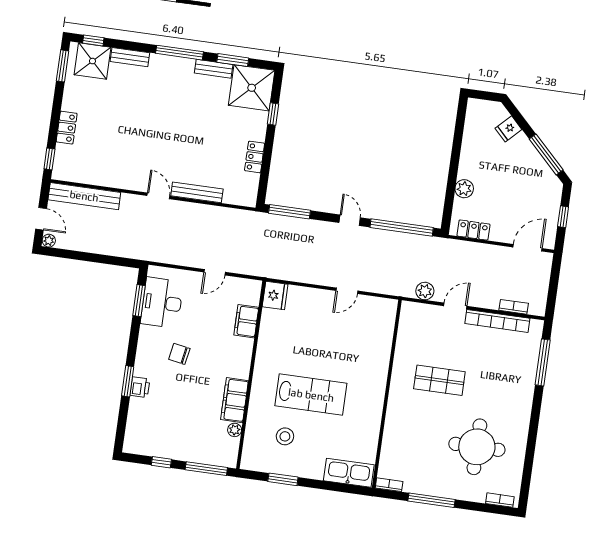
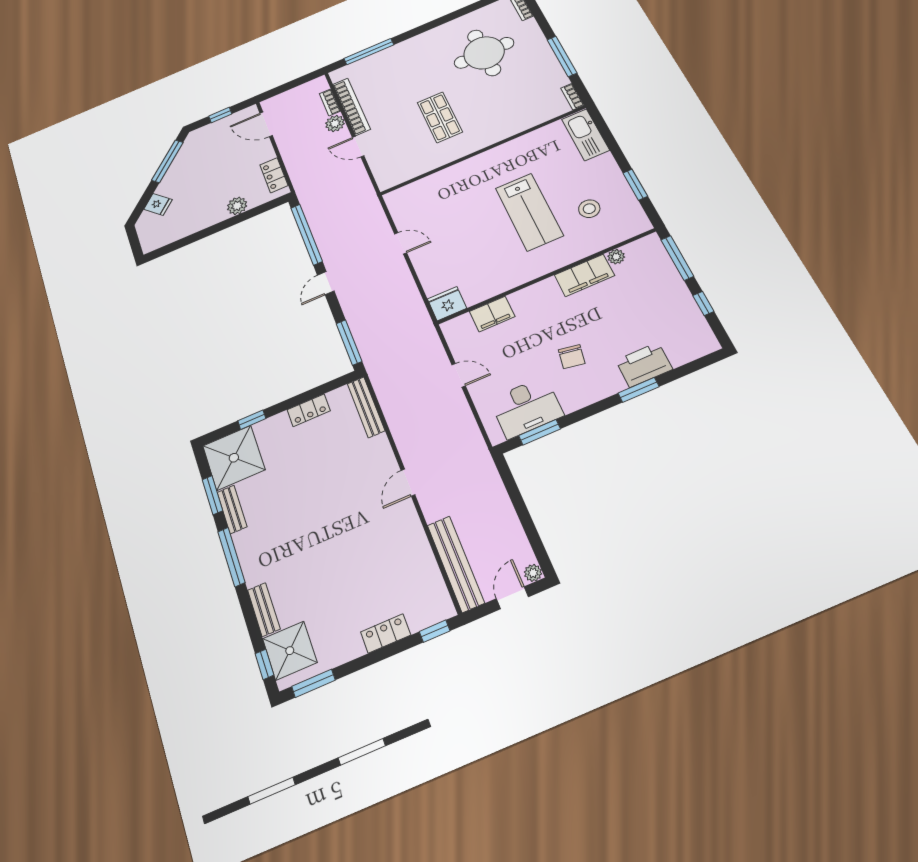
bench: (197, 192) -> (366, 407), moved
plant: (425, 291) -> (335, 123), moved
printer: (140, 387) -> (644, 365), width x1.87, depth x1.48
lab bench: (311, 395) -> (529, 212), turned 180

